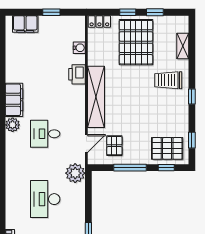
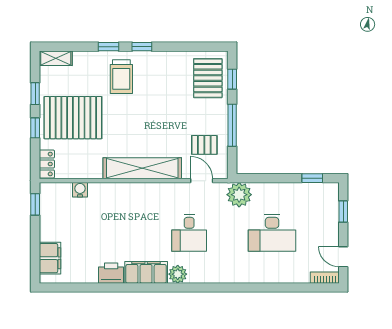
window: (51, 12) -> (35, 204), moved
shelving: (183, 46) -> (56, 58), moved
printer: (77, 74) -> (111, 273), moved, turned 180
window: (192, 140) -> (108, 47), moved

